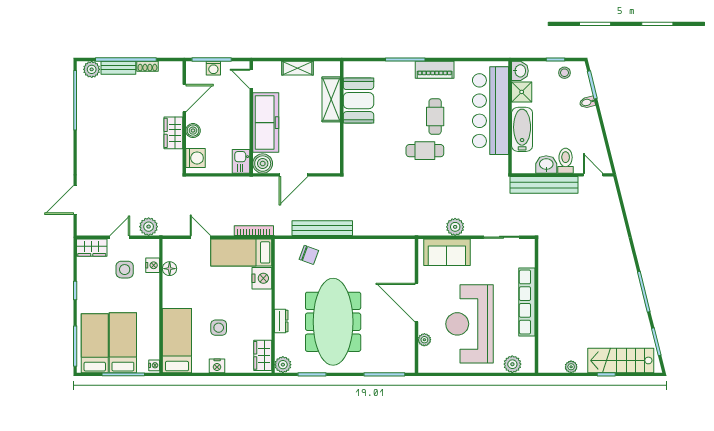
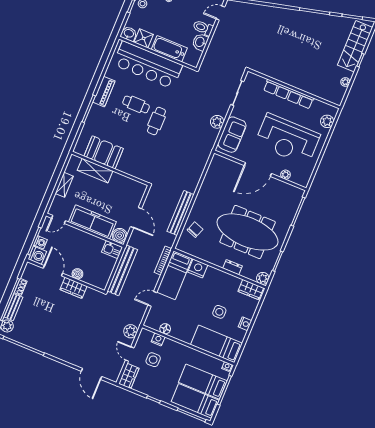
washing machine: (195, 158) -> (37, 255), moved, turned 90
bench: (544, 185) -> (122, 270), moved

